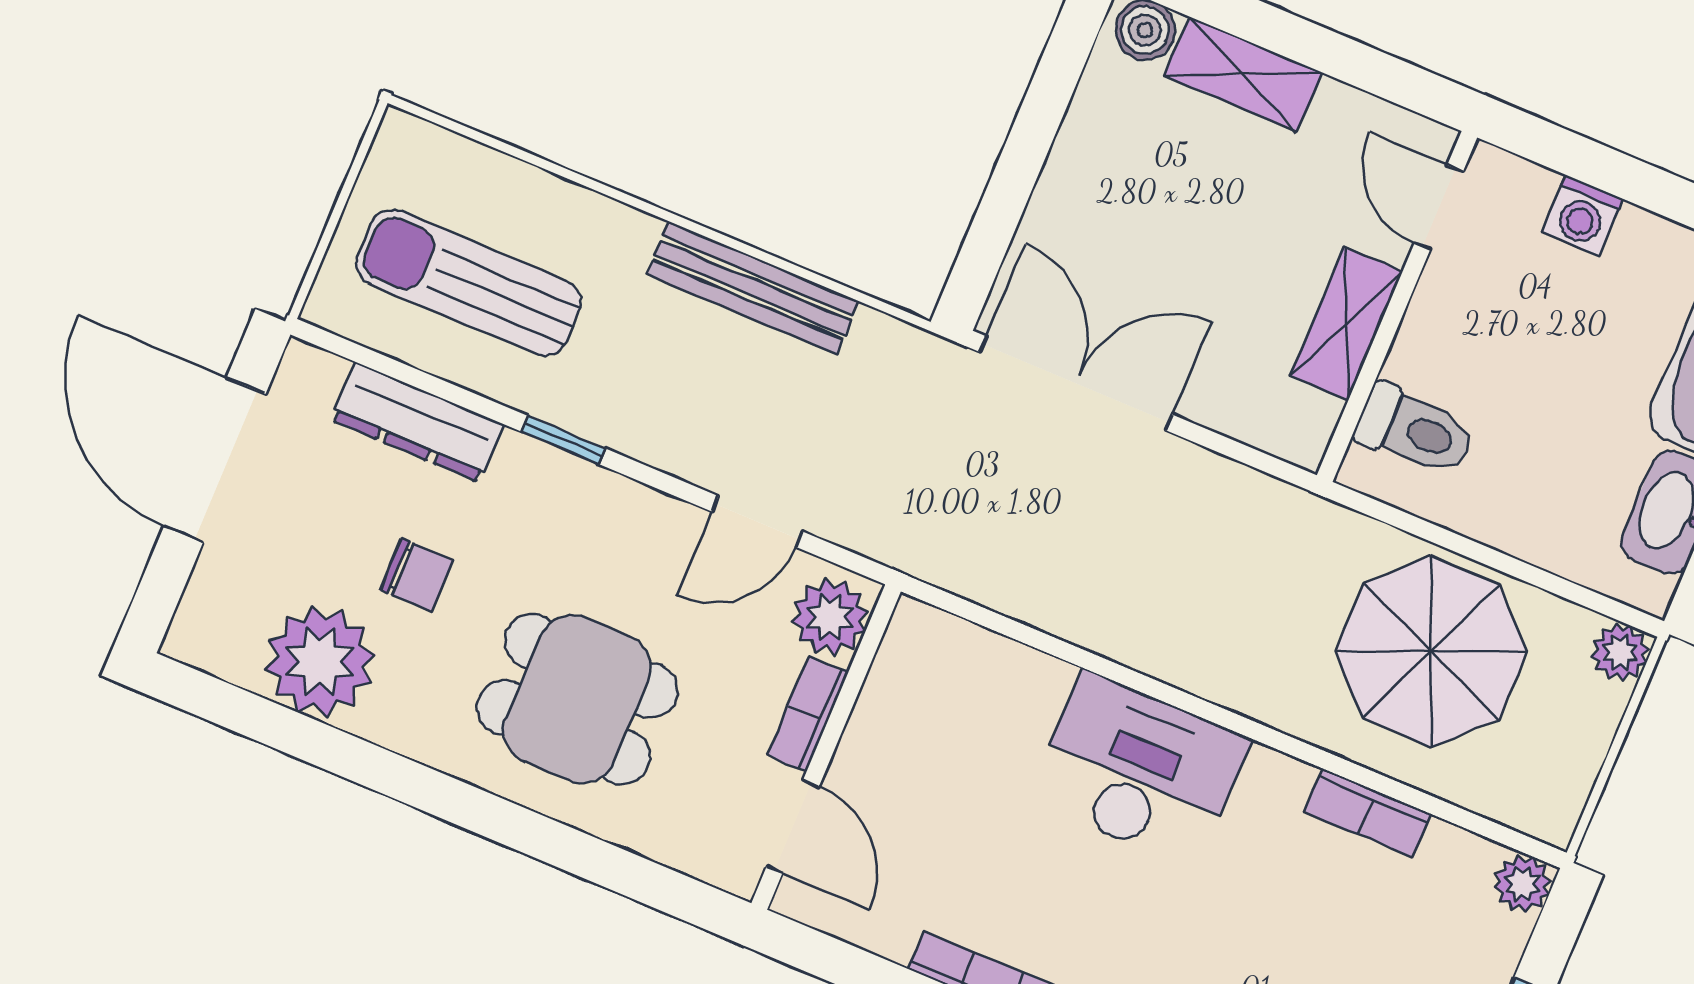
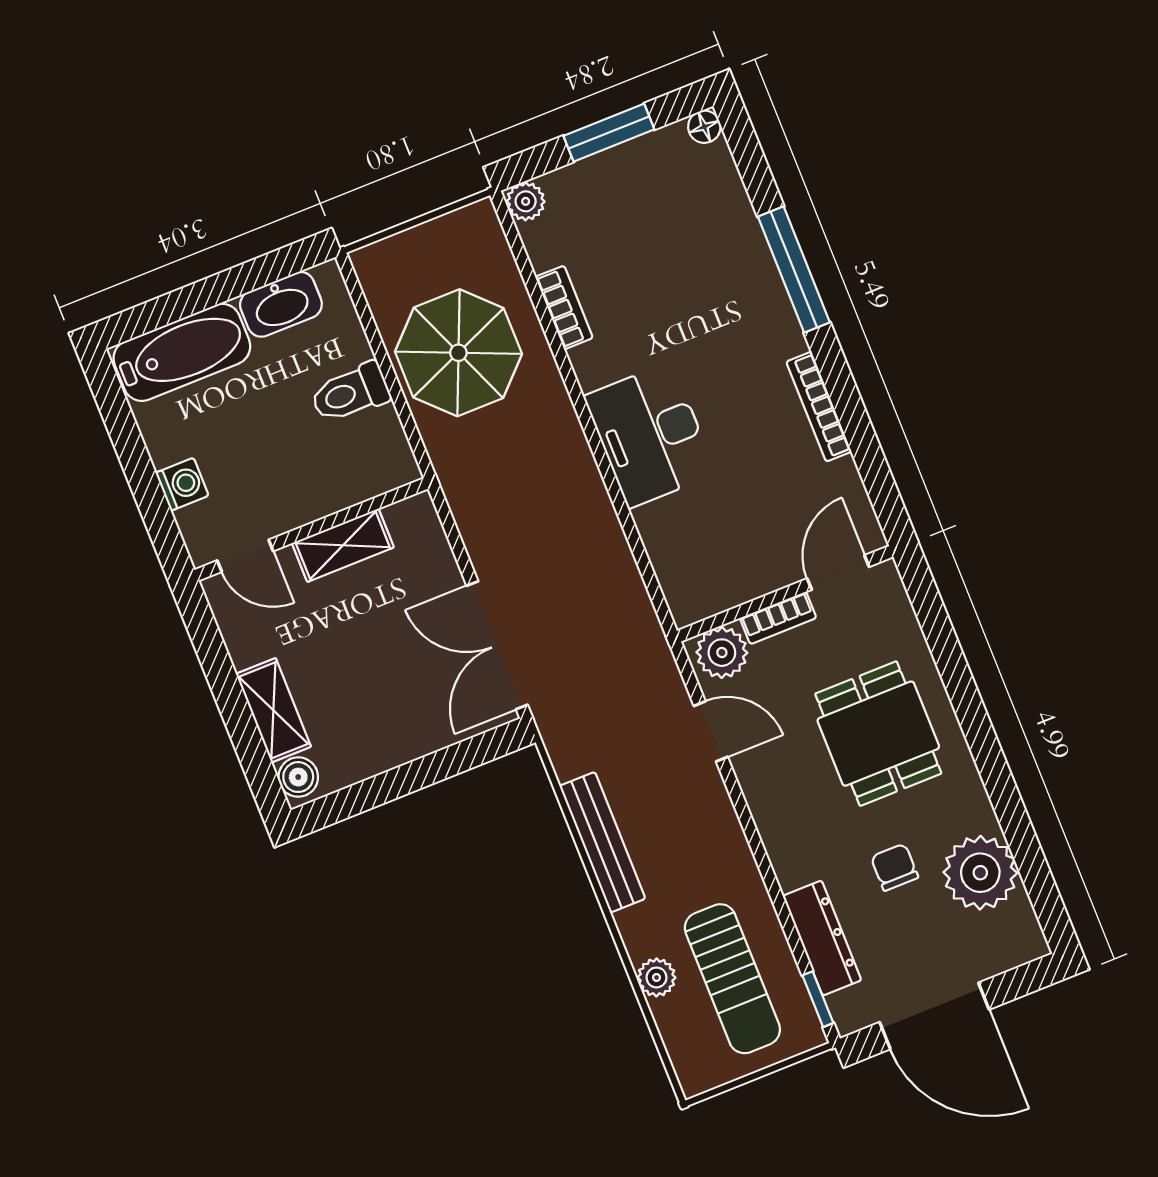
door: (1439, 207) -> (245, 556), hinge flipped
toilet: (1415, 430) -> (350, 393), moved, turned -90
window: (564, 440) -> (818, 999), moved
door: (215, 460) -> (934, 1016), hinge flipped
plant: (1620, 652) -> (657, 977), moved

